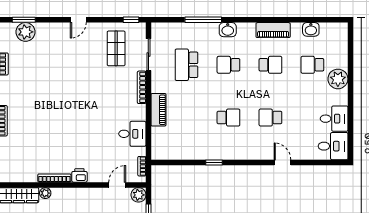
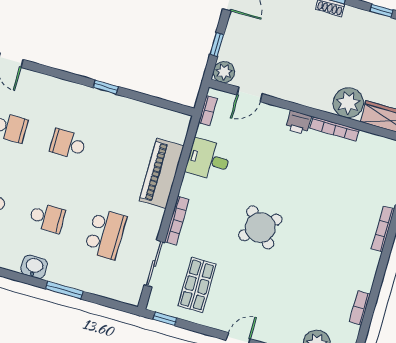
window: (203, 20) -> (64, 290), width x0.69
round table: (85, 99) -> (260, 227), added
piano: (158, 110) -> (161, 173), width x1.37, depth x1.33
plant: (45, 193) -> (348, 103), width x1.88, depth x1.88

